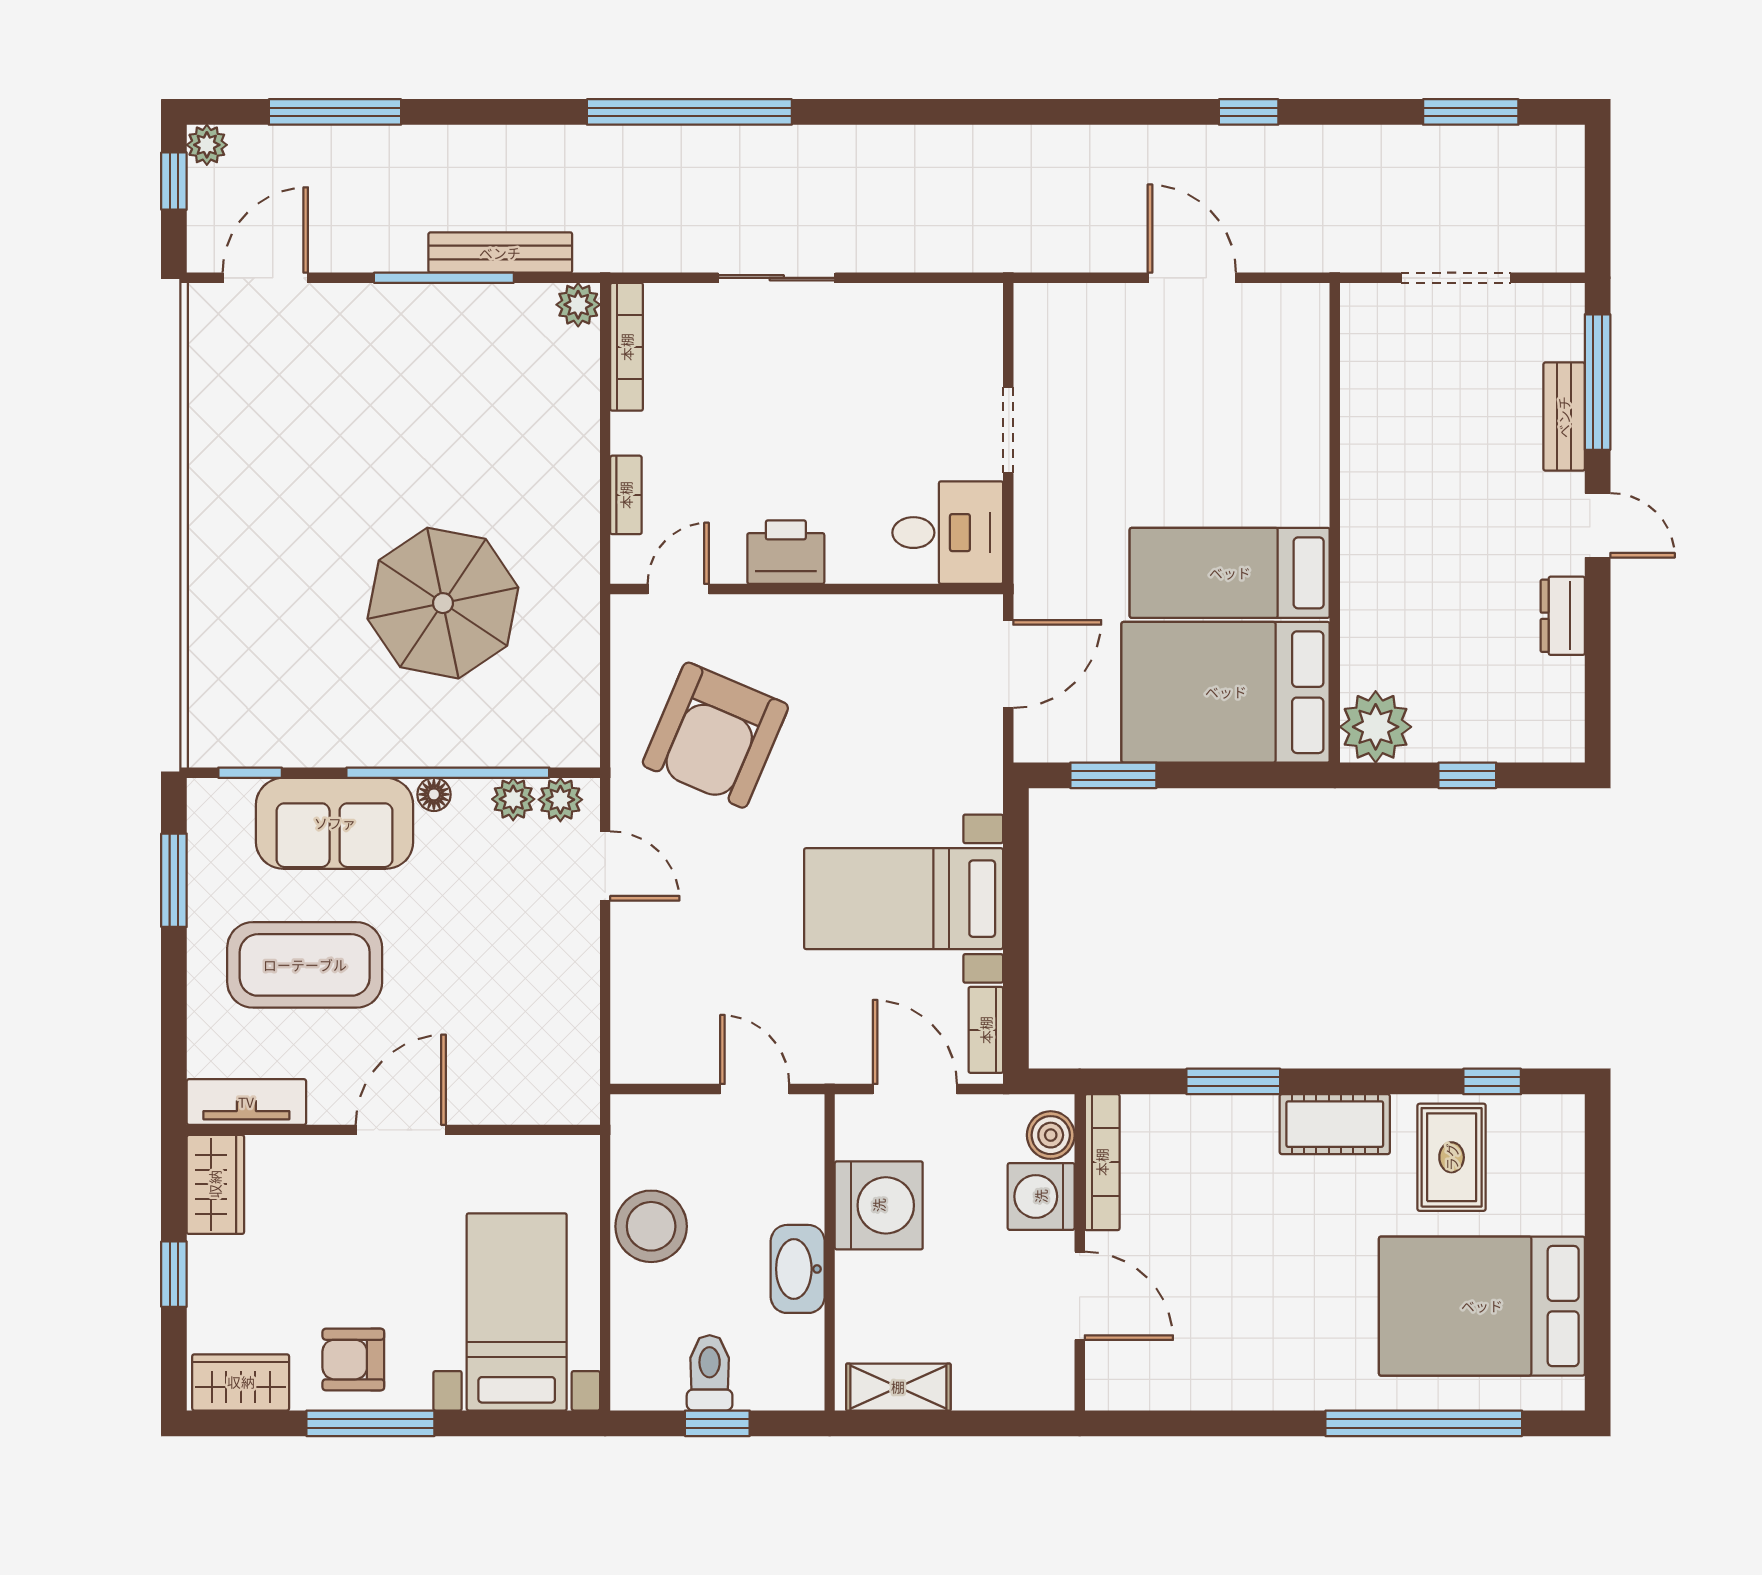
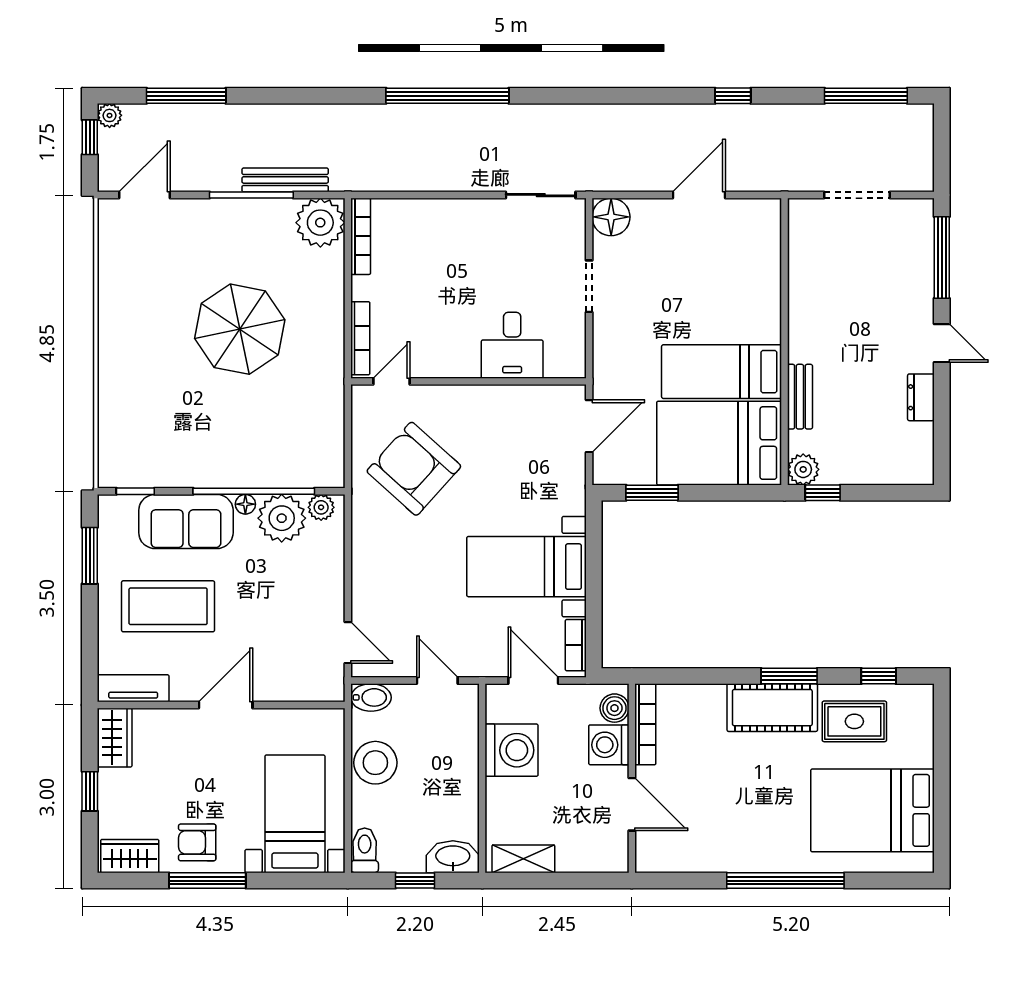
window: (689, 112) -> (447, 96), moved
window: (1471, 112) -> (866, 96), width x1.44
sliding door: (777, 278) -> (541, 195), moved
door: (1192, 278) -> (699, 195), hinge flipped
plant: (578, 305) -> (320, 223), width x1.87, depth x1.87
floor lamp: (1045, 314) -> (611, 217), added
bench: (1564, 417) -> (800, 397), moved
bookcase: (626, 495) -> (360, 338), width x1.56
desk: (948, 533) -> (512, 345), moved, turned 90
printer: (786, 552) -> (456, 359), removed
parasol: (443, 603) -> (240, 329), moved
plant: (1376, 727) -> (803, 469), width x0.73, depth x0.73
armchair: (715, 735) -> (414, 469), turned 109
window: (1467, 775) -> (823, 493), moved
plant: (513, 799) -> (282, 518), width x1.88, depth x1.88
door: (605, 866) -> (348, 643), moved
window: (1233, 1081) -> (789, 676), moved
bidet: (644, 1117) -> (371, 697), added
cot: (1335, 1124) -> (772, 708), width x1.37, depth x1.34
rug: (1452, 1157) -> (854, 721), turned 90
washbasin: (798, 1269) -> (453, 857), moved, turned 90
toilet: (710, 1373) -> (365, 850), moved
window: (1424, 1423) -> (785, 881), moved

